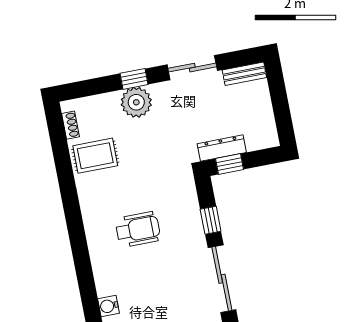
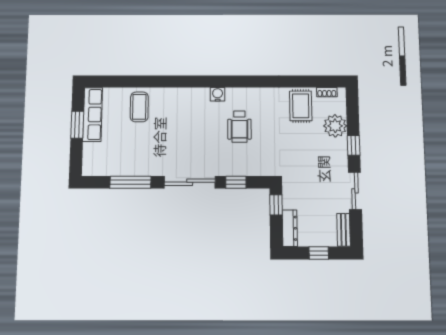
window: (279, 100) -> (319, 253), added
plant: (136, 102) -> (335, 126), moved
dresser: (222, 148) -> (290, 228), moved
water cooler: (109, 306) -> (218, 94), moved

